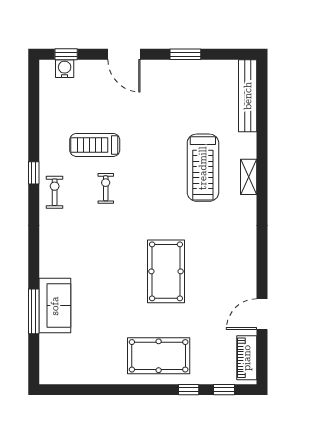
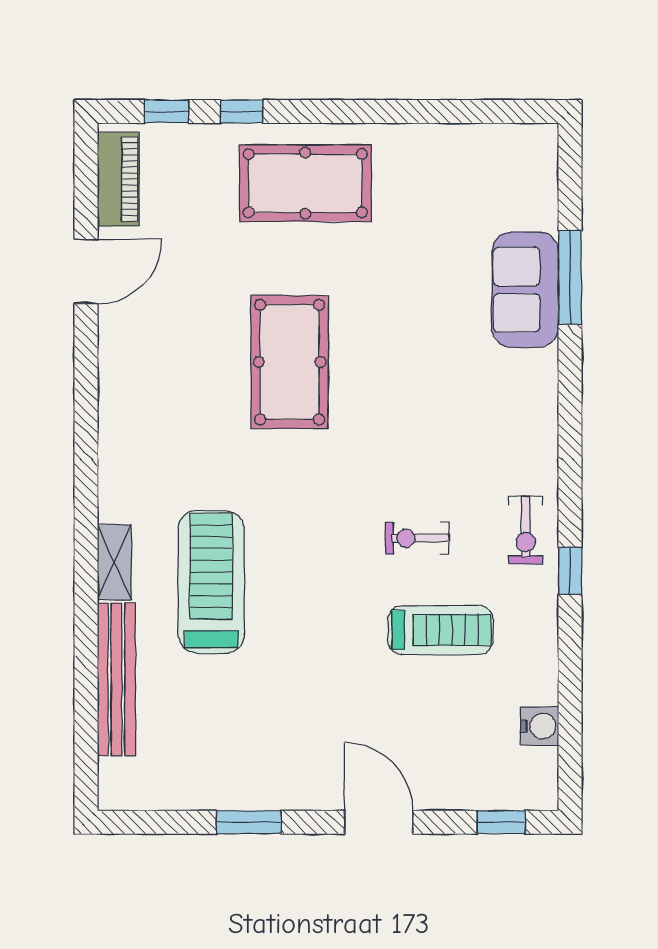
water cooler: (65, 69) -> (540, 726), moved, turned -90
bench: (248, 96) -> (116, 679), moved
exercise bike: (106, 188) -> (417, 538), turned 90

